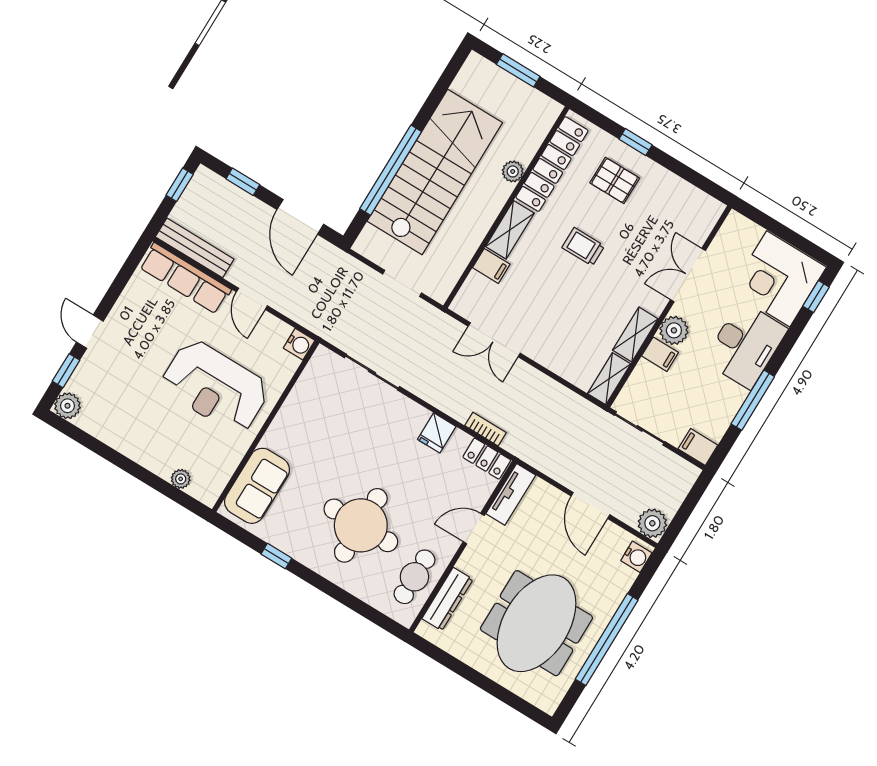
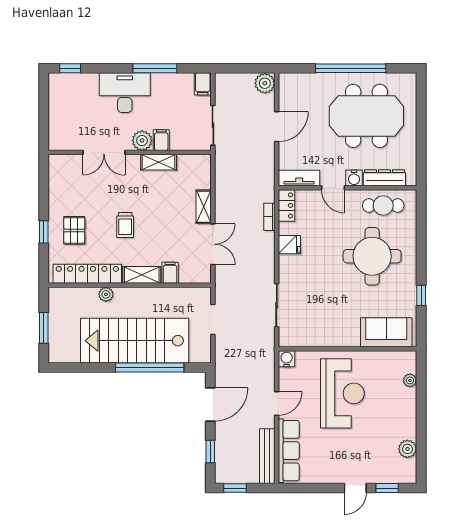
corner desk: (778, 279) -> (73, 97), removed
shelving: (609, 379) -> (204, 207), moved, turned 90
plant: (67, 406) -> (407, 449), moved
water cooler: (636, 557) -> (354, 178), moved, turned 180

